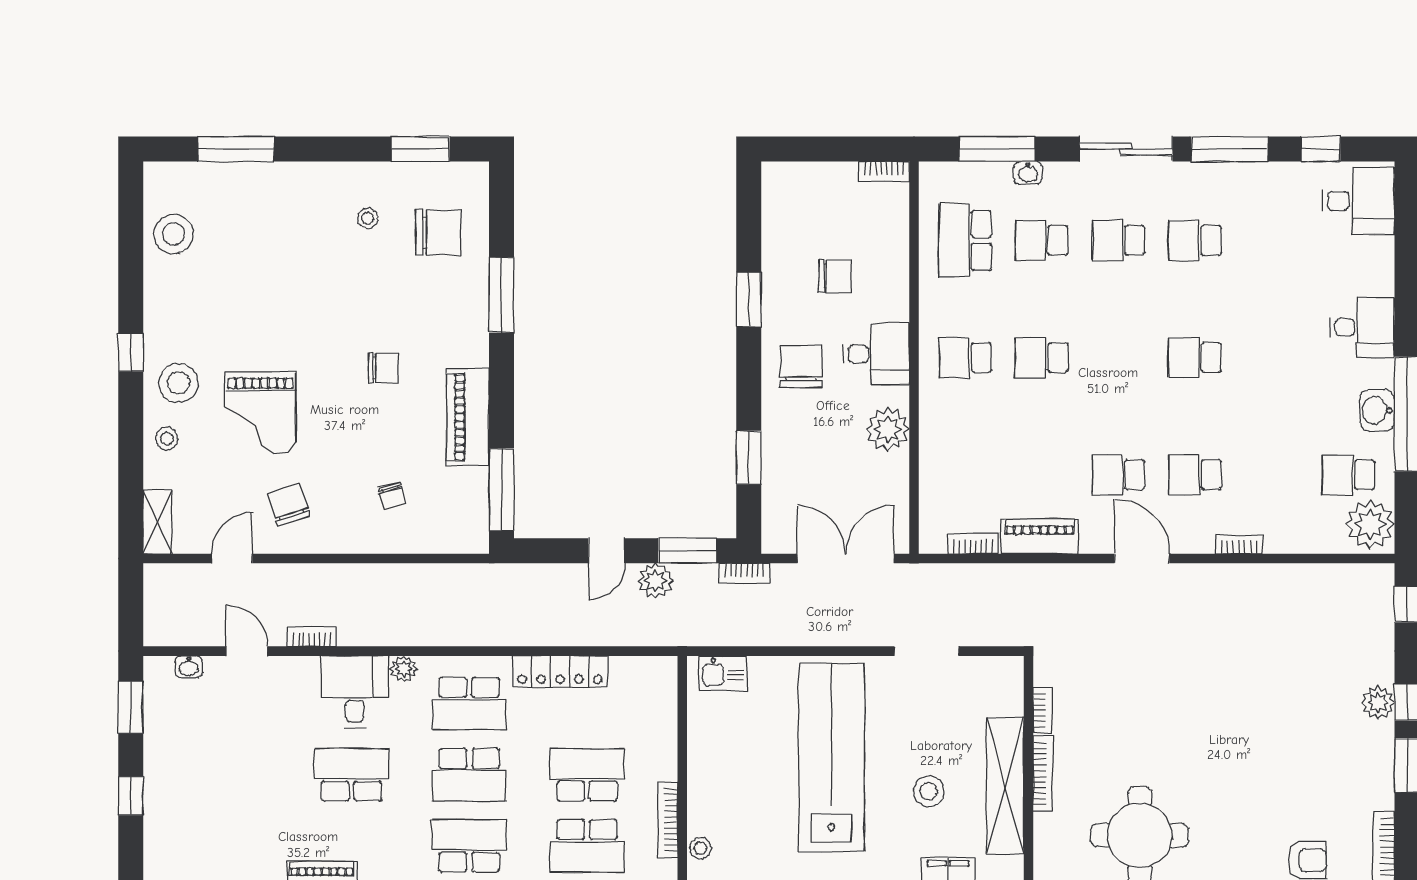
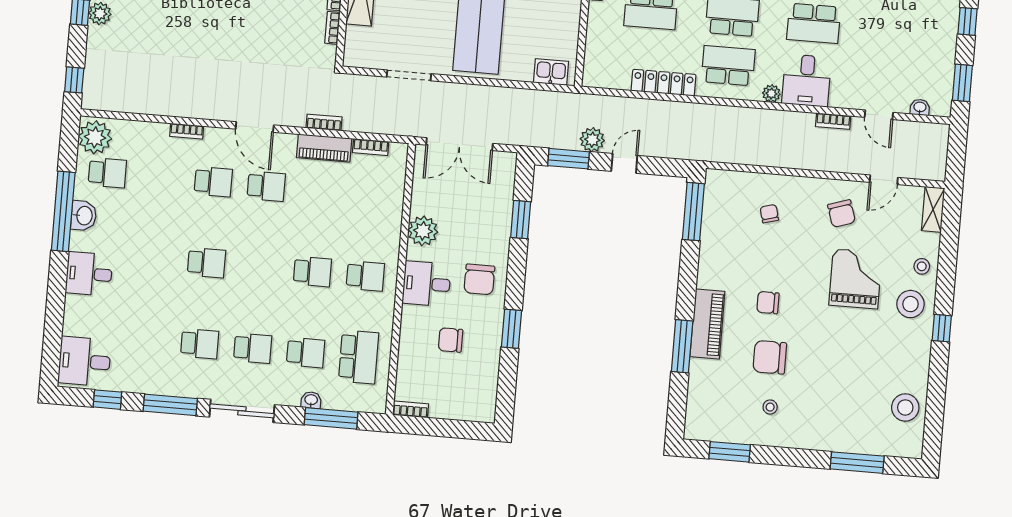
chair: (438, 232) -> (770, 357), moved
piano: (468, 417) -> (707, 324), moved
bookcase: (744, 573) -> (324, 122), moved

